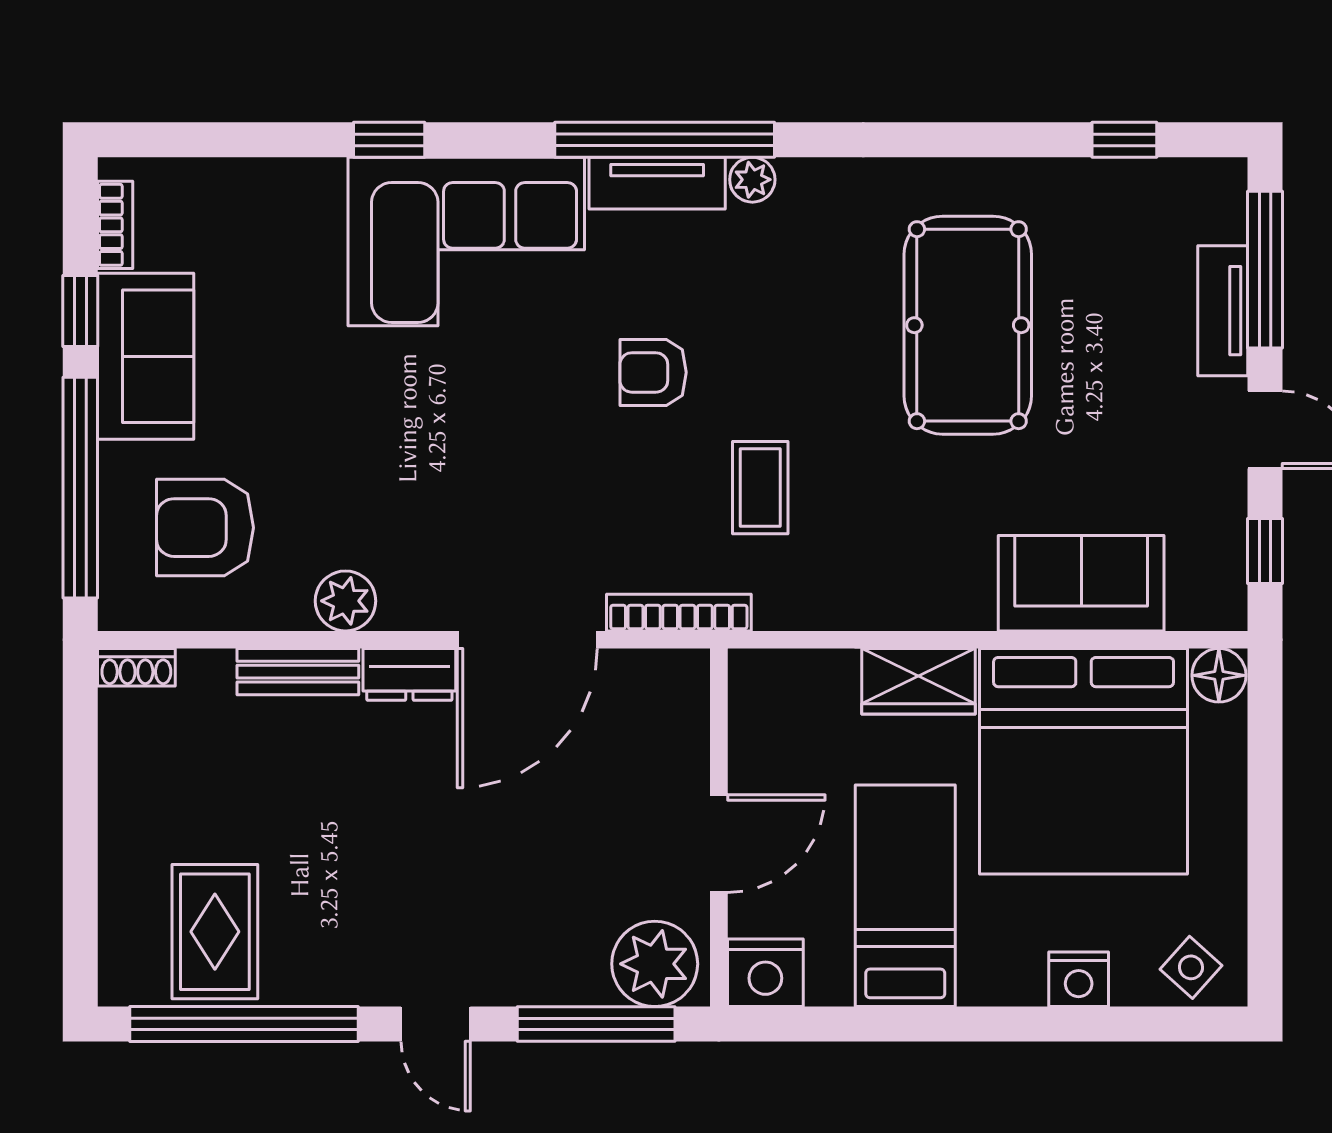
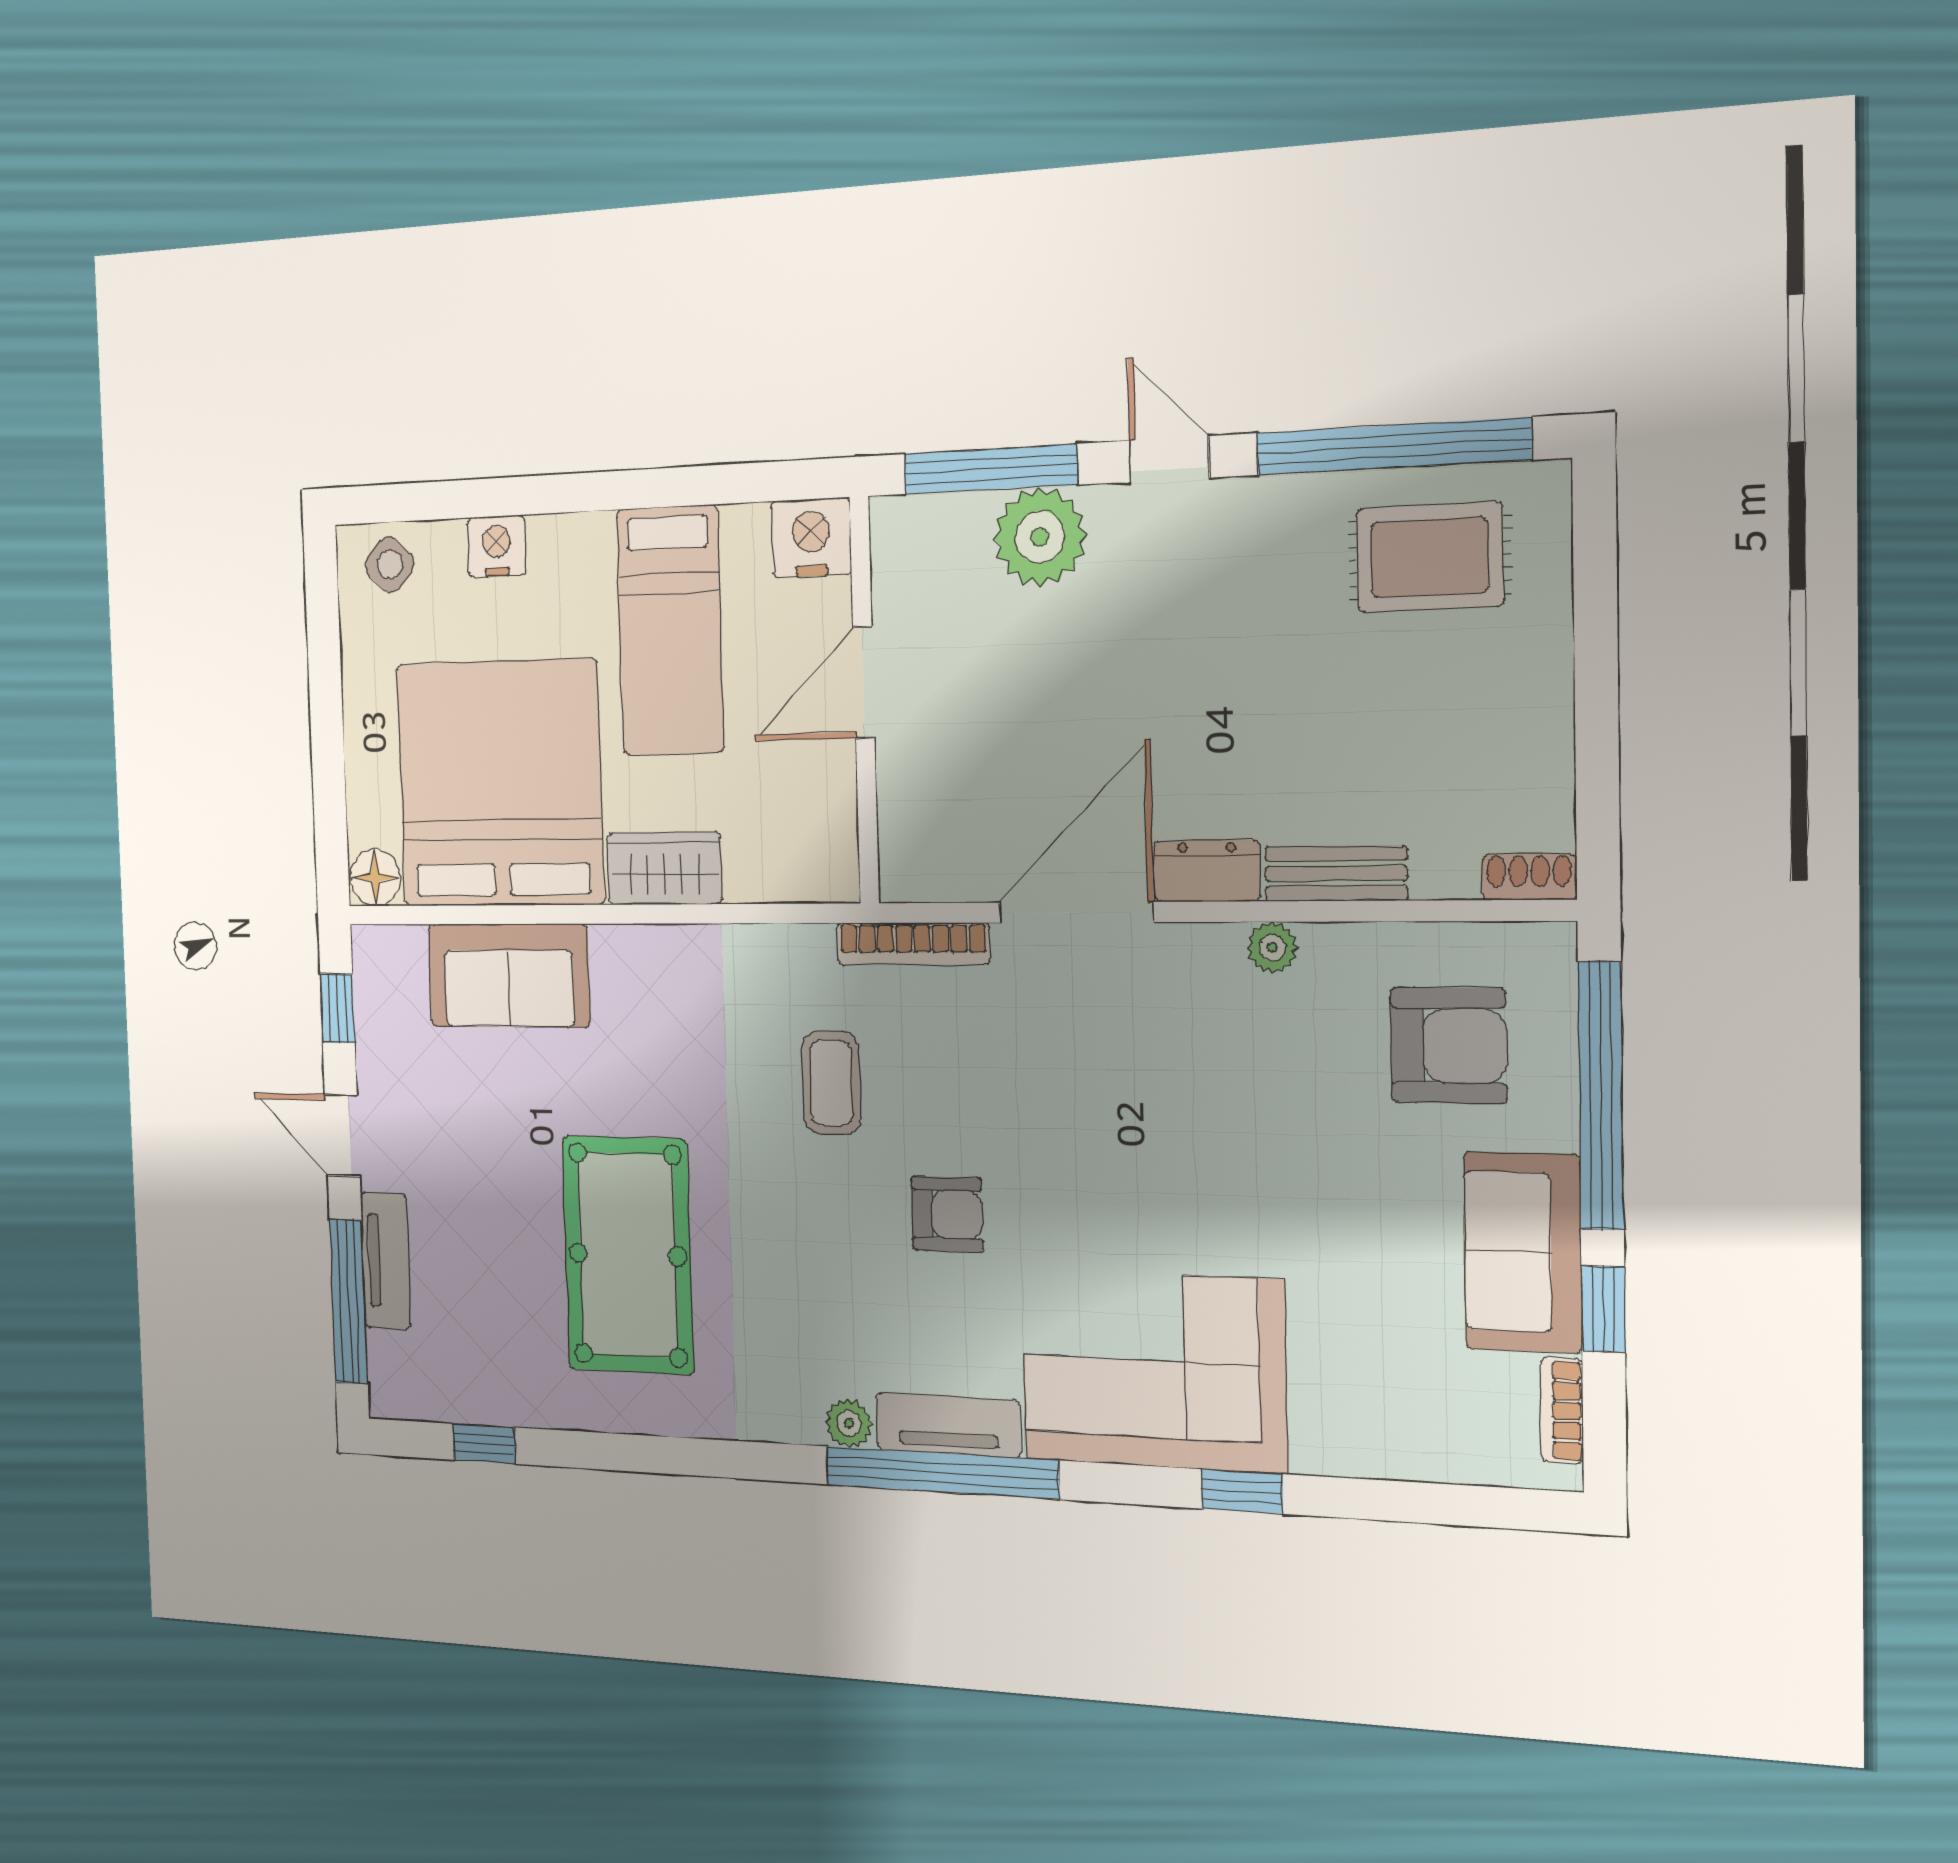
plant: (345, 601) -> (1272, 948), width x0.73, depth x0.73
rug: (215, 932) -> (1430, 557), turned 90
plant: (655, 964) -> (1040, 537), moved

